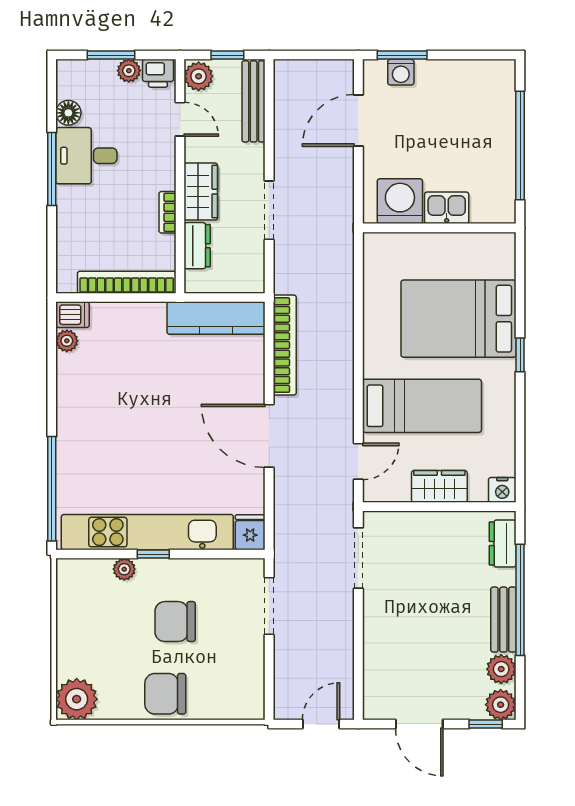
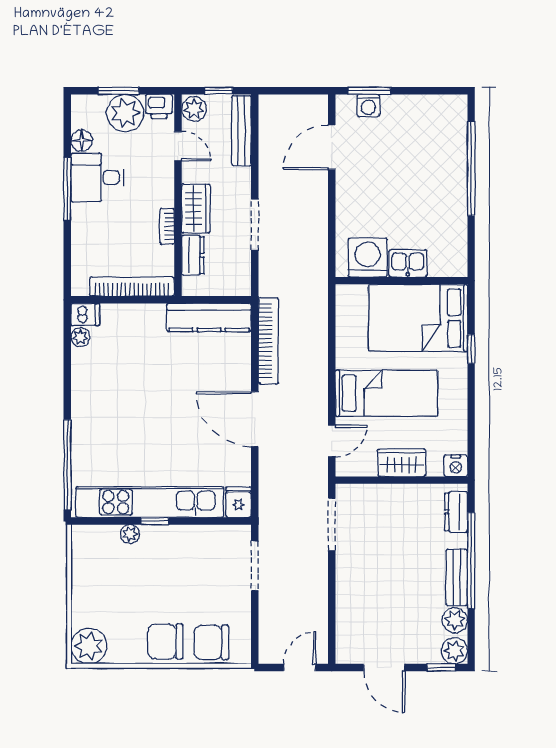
plant: (129, 71) -> (125, 113), width x1.88, depth x1.88
washing machine: (400, 201) -> (368, 258), moved
kitchen sink: (447, 208) -> (408, 263), moved
wall: (439, 228) -> (401, 281), moved
chair: (175, 622) -> (211, 642), moved

